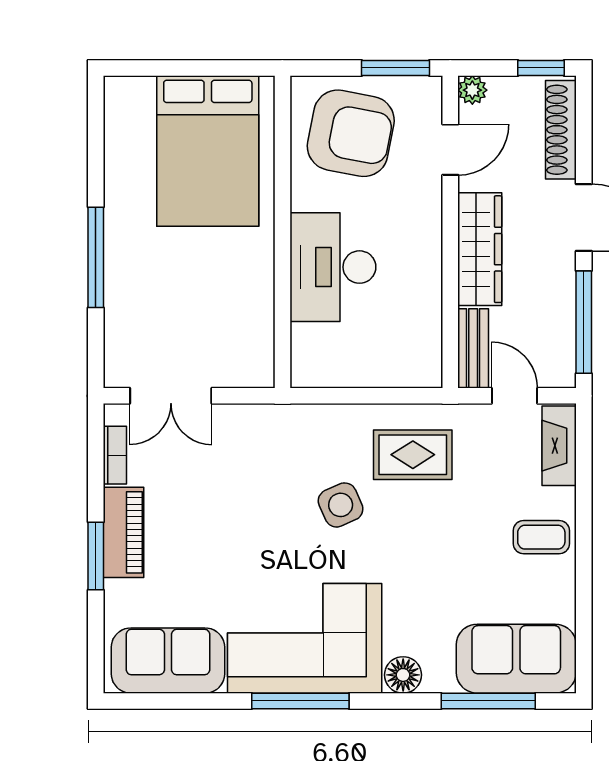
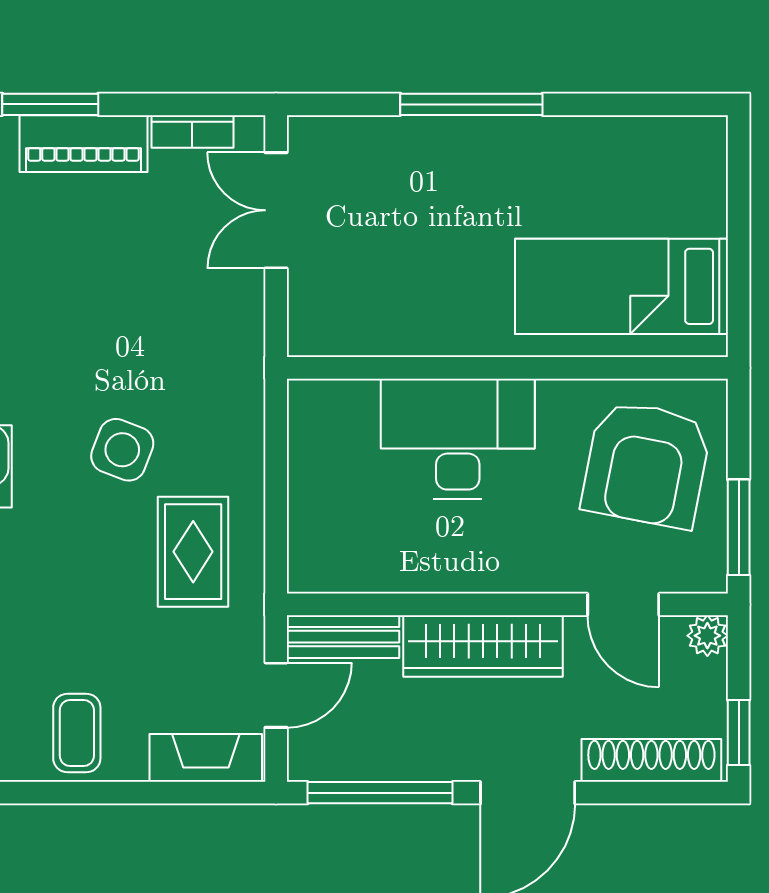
bed: (208, 151) -> (622, 286), width x0.67
side table: (341, 505) -> (122, 450), turned 45

